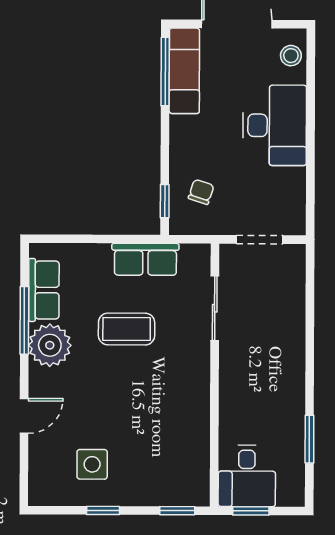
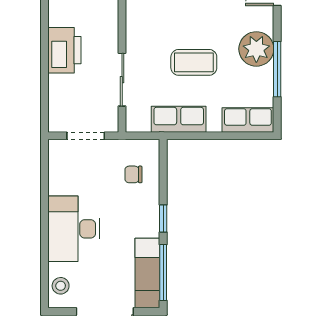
chair: (201, 192) -> (133, 174), turned 72
window: (165, 201) -> (163, 218), moved
row of seats: (44, 290) -> (248, 120), moved, turned 90
printer: (285, 344) -> (64, 50), added

